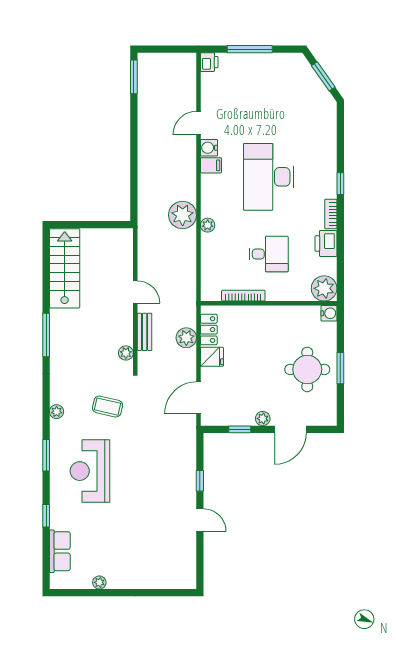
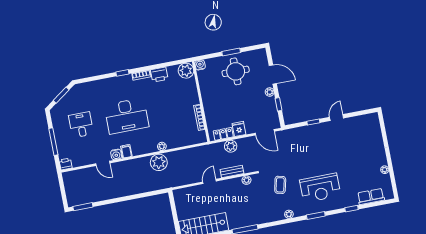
desk: (269, 254) -> (81, 125), moved

